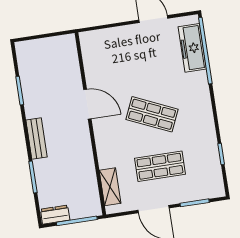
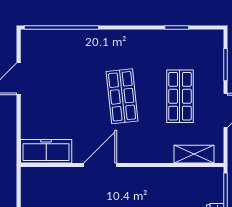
freezer: (192, 48) -> (46, 151), moved, turned 180
shop shelf: (152, 114) -> (122, 96), turned -30

